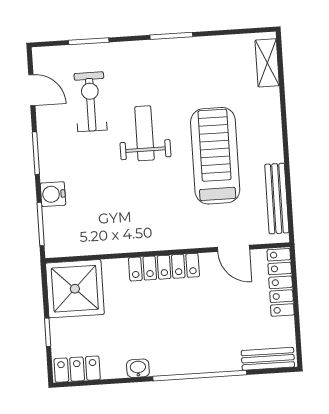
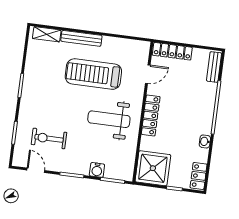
door: (32, 90) -> (36, 170), hinge flipped
weight bench: (144, 133) -> (109, 119), moved, width x1.36, depth x1.33
bench: (277, 199) -> (81, 38), moved

